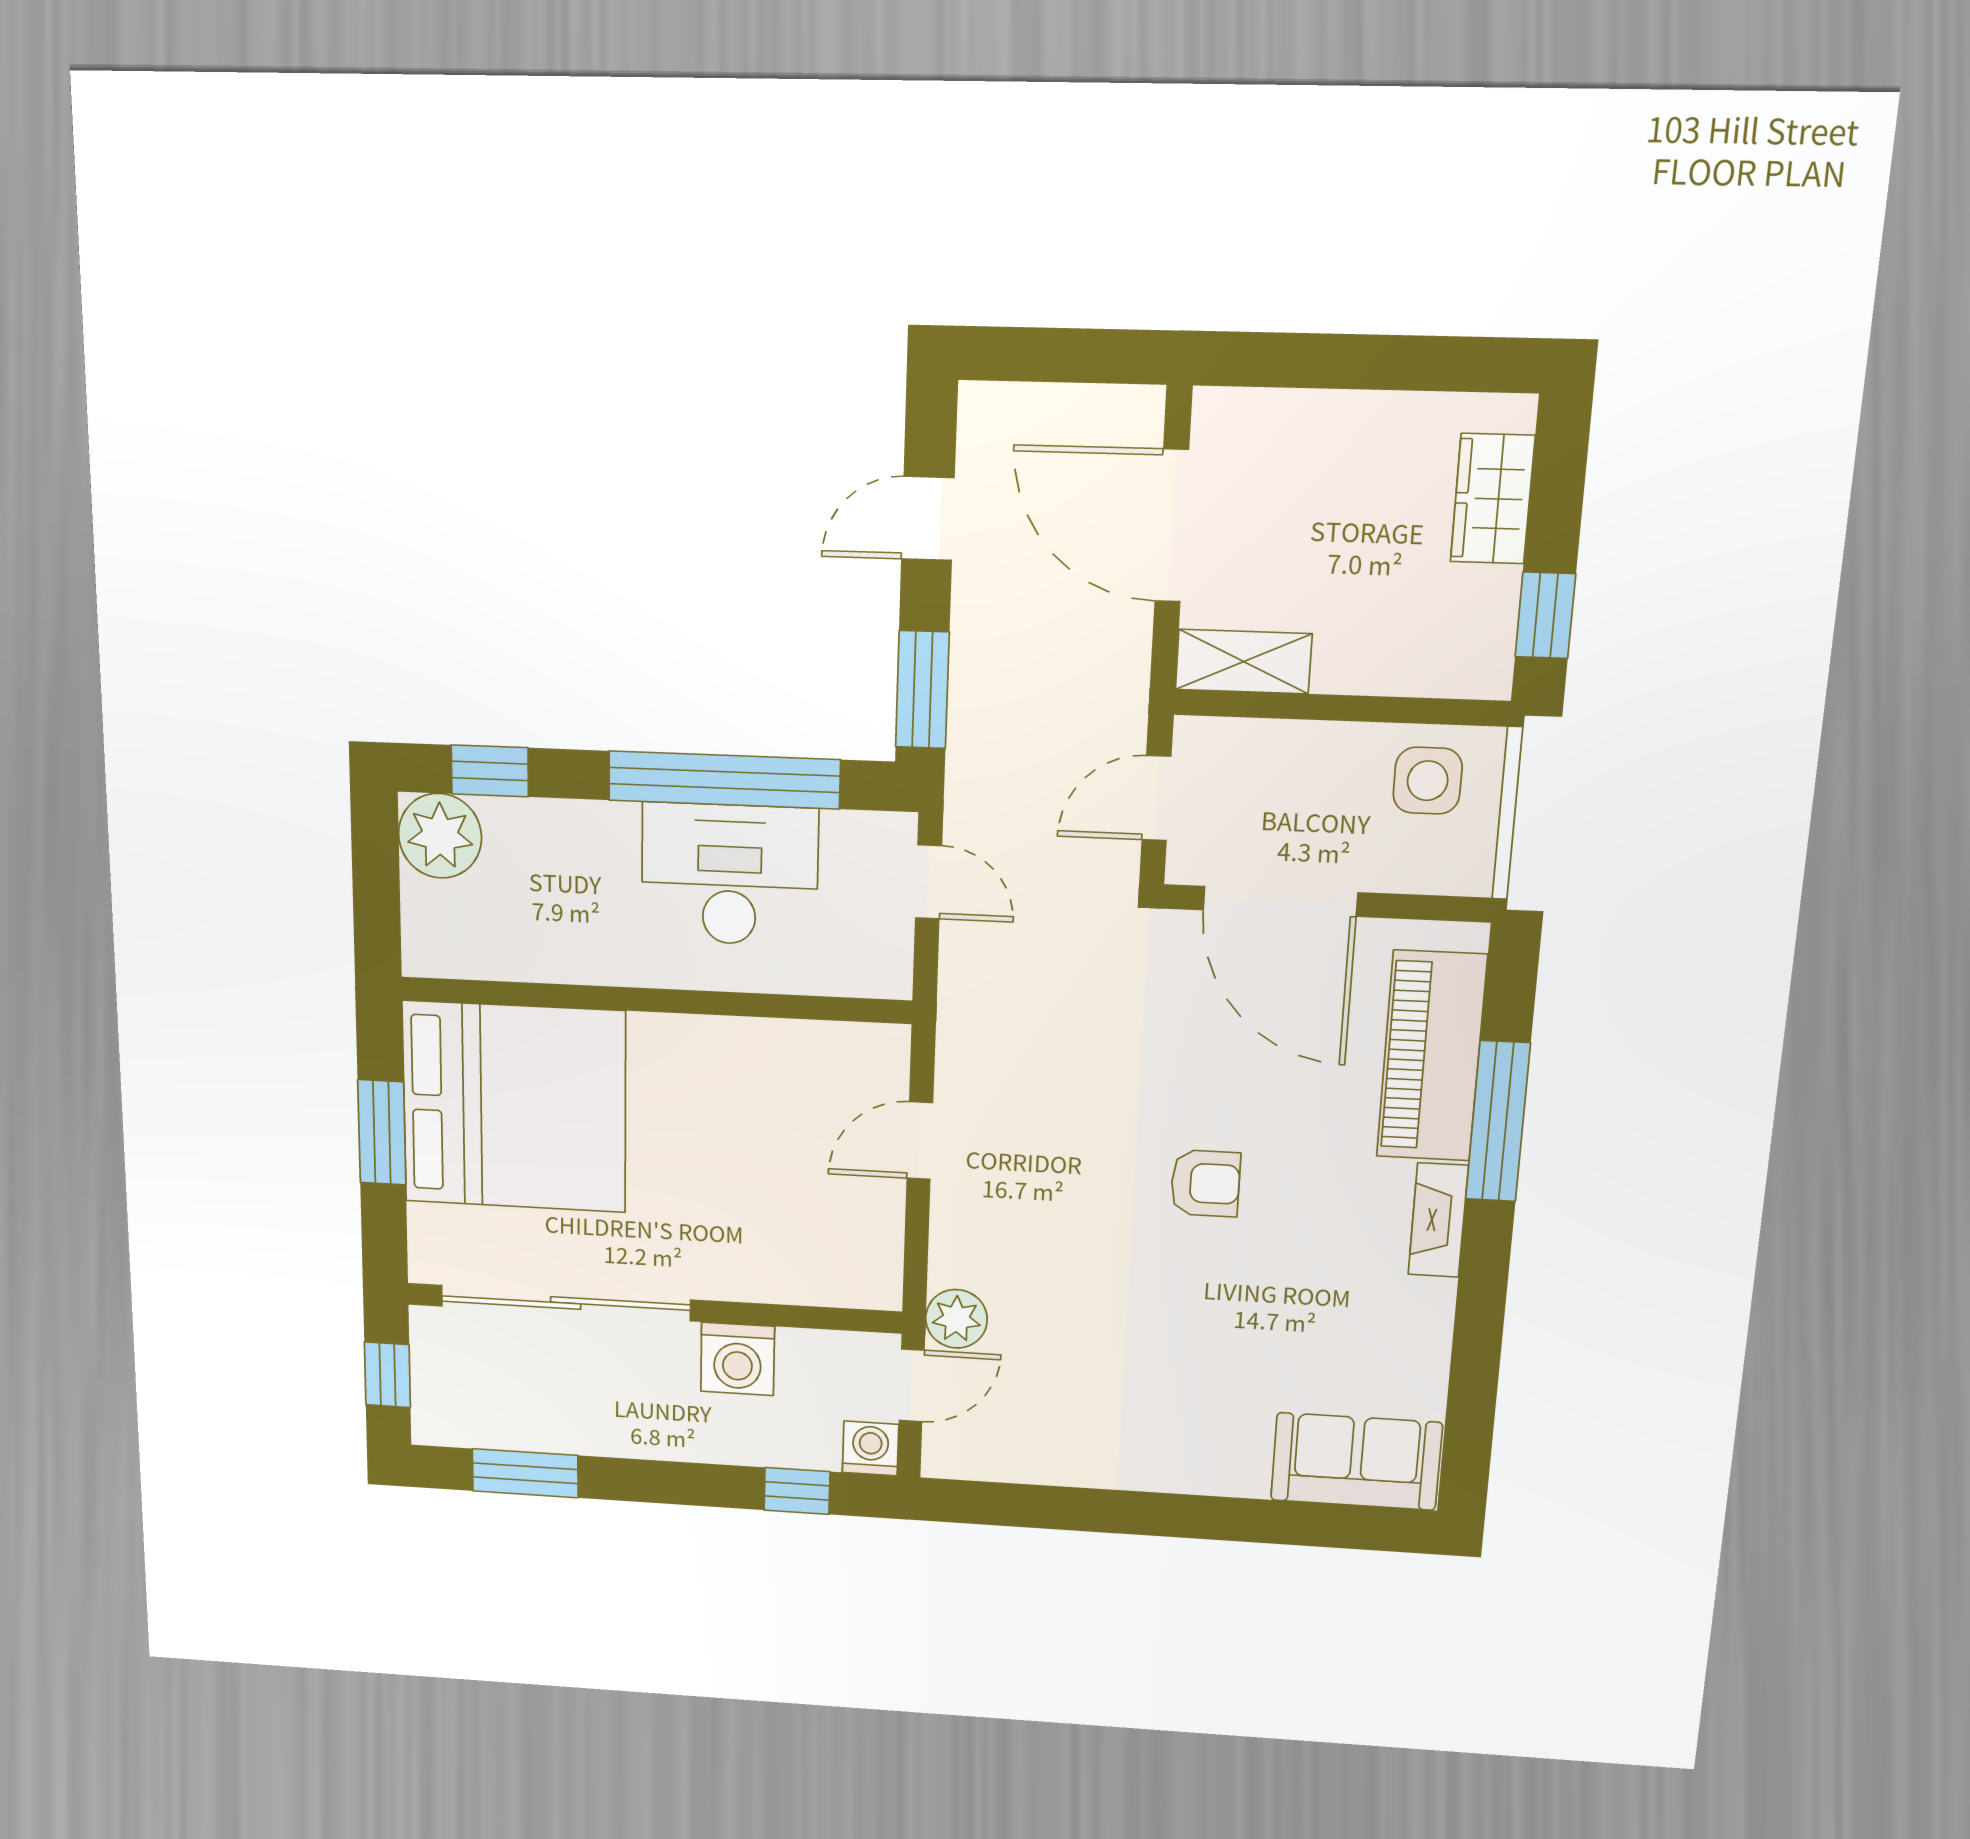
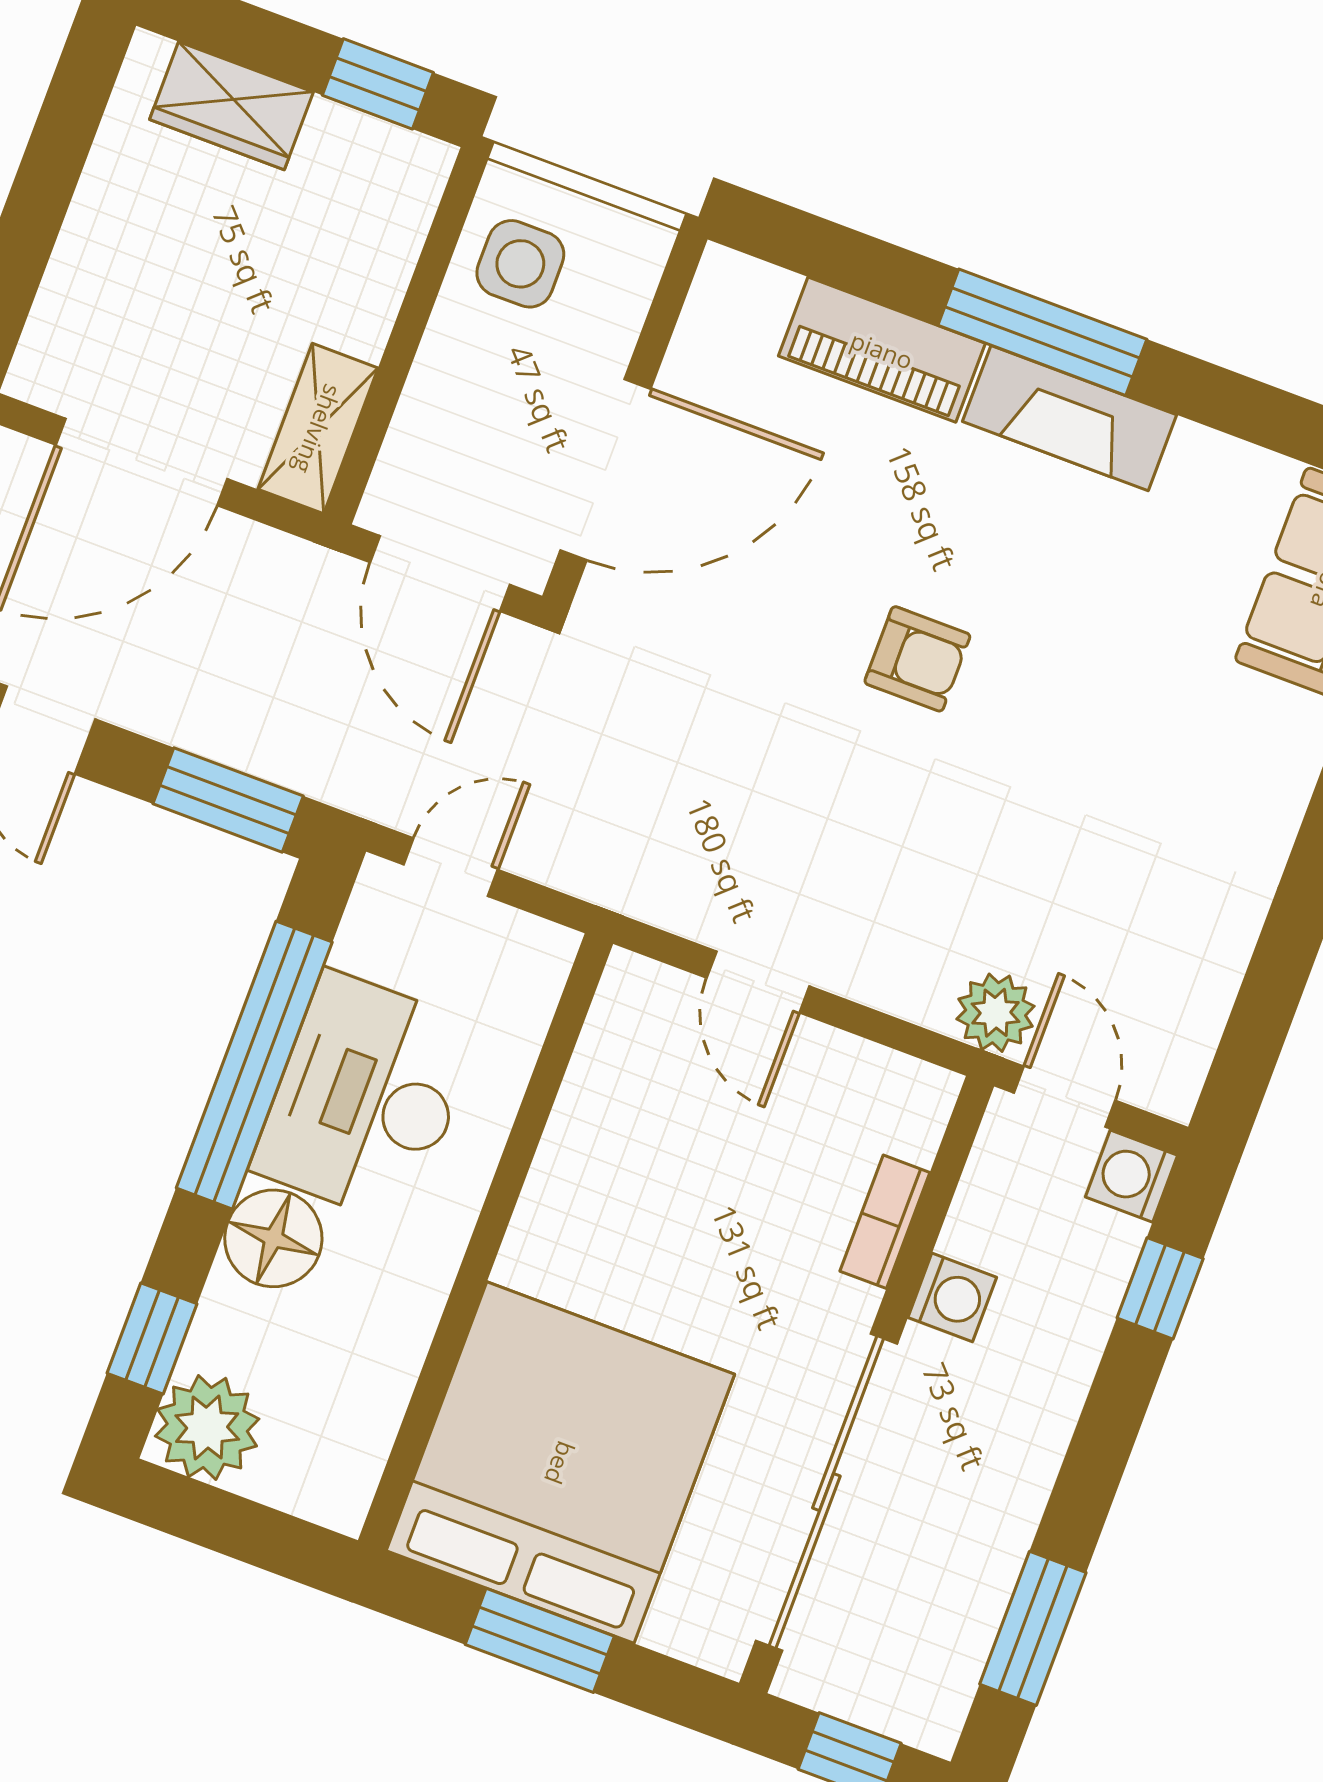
door: (1156, 798) -> (440, 574), width x1.38
floor lamp: (599, 839) -> (273, 1238), added
piano: (1432, 1056) -> (882, 350), width x0.73, depth x0.75
window: (1498, 1121) -> (1042, 332), moved
armchair: (1205, 1183) -> (917, 659), turned 90
fireplace: (1438, 1220) -> (1070, 418), width x1.37, depth x1.32
bookcase: (775, 1286) -> (885, 1222), added
washing machine: (738, 1359) -> (952, 1297), width x0.73, depth x0.73

